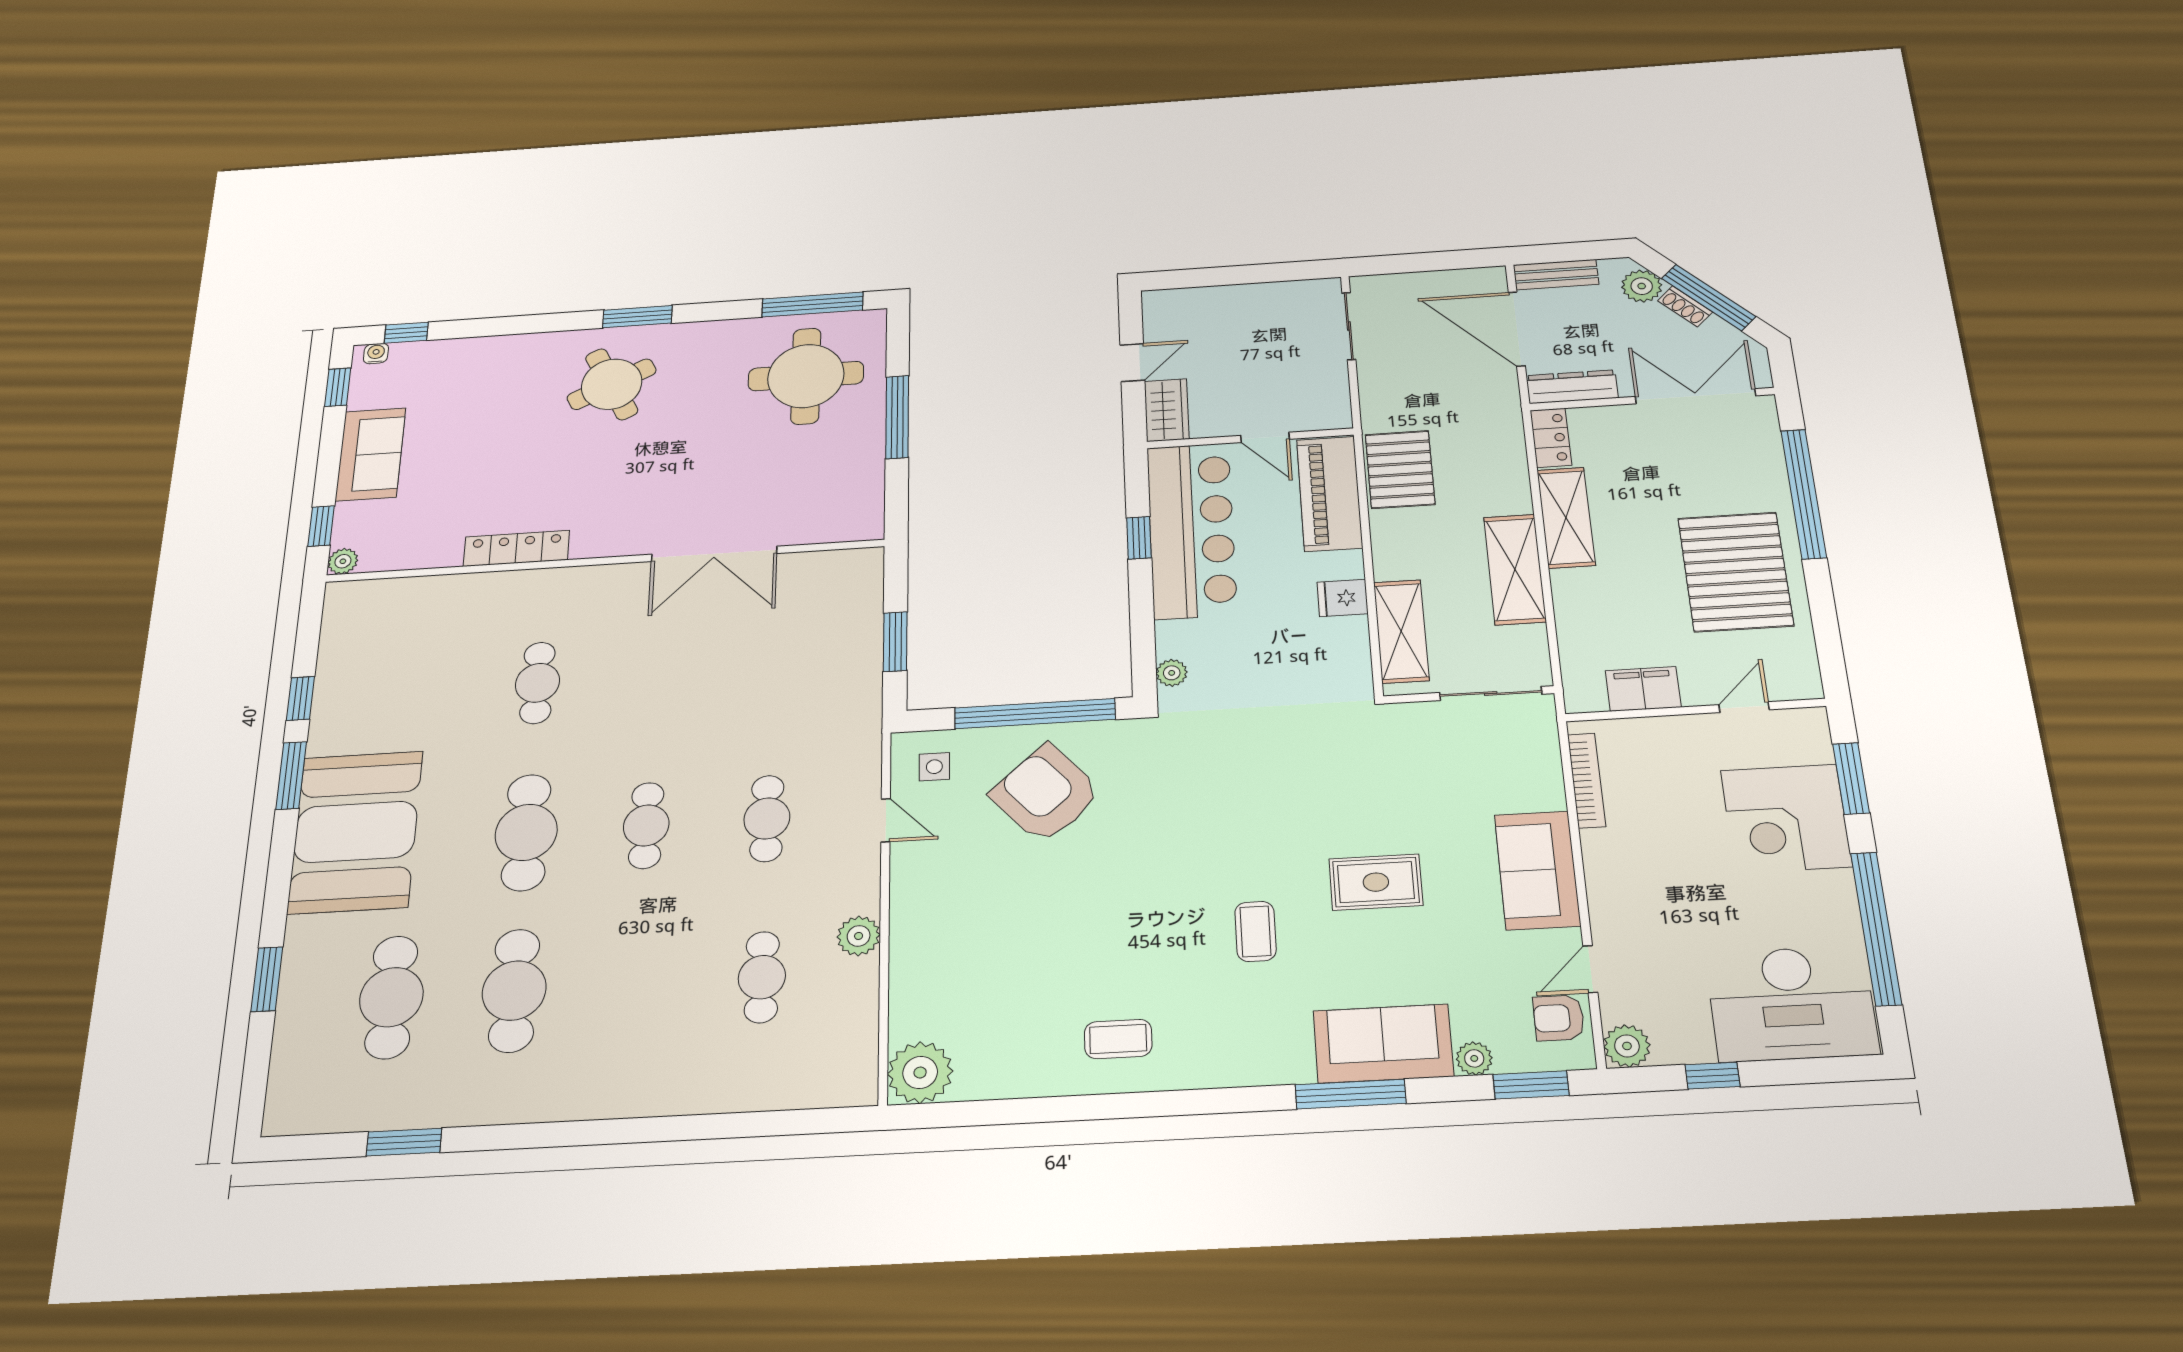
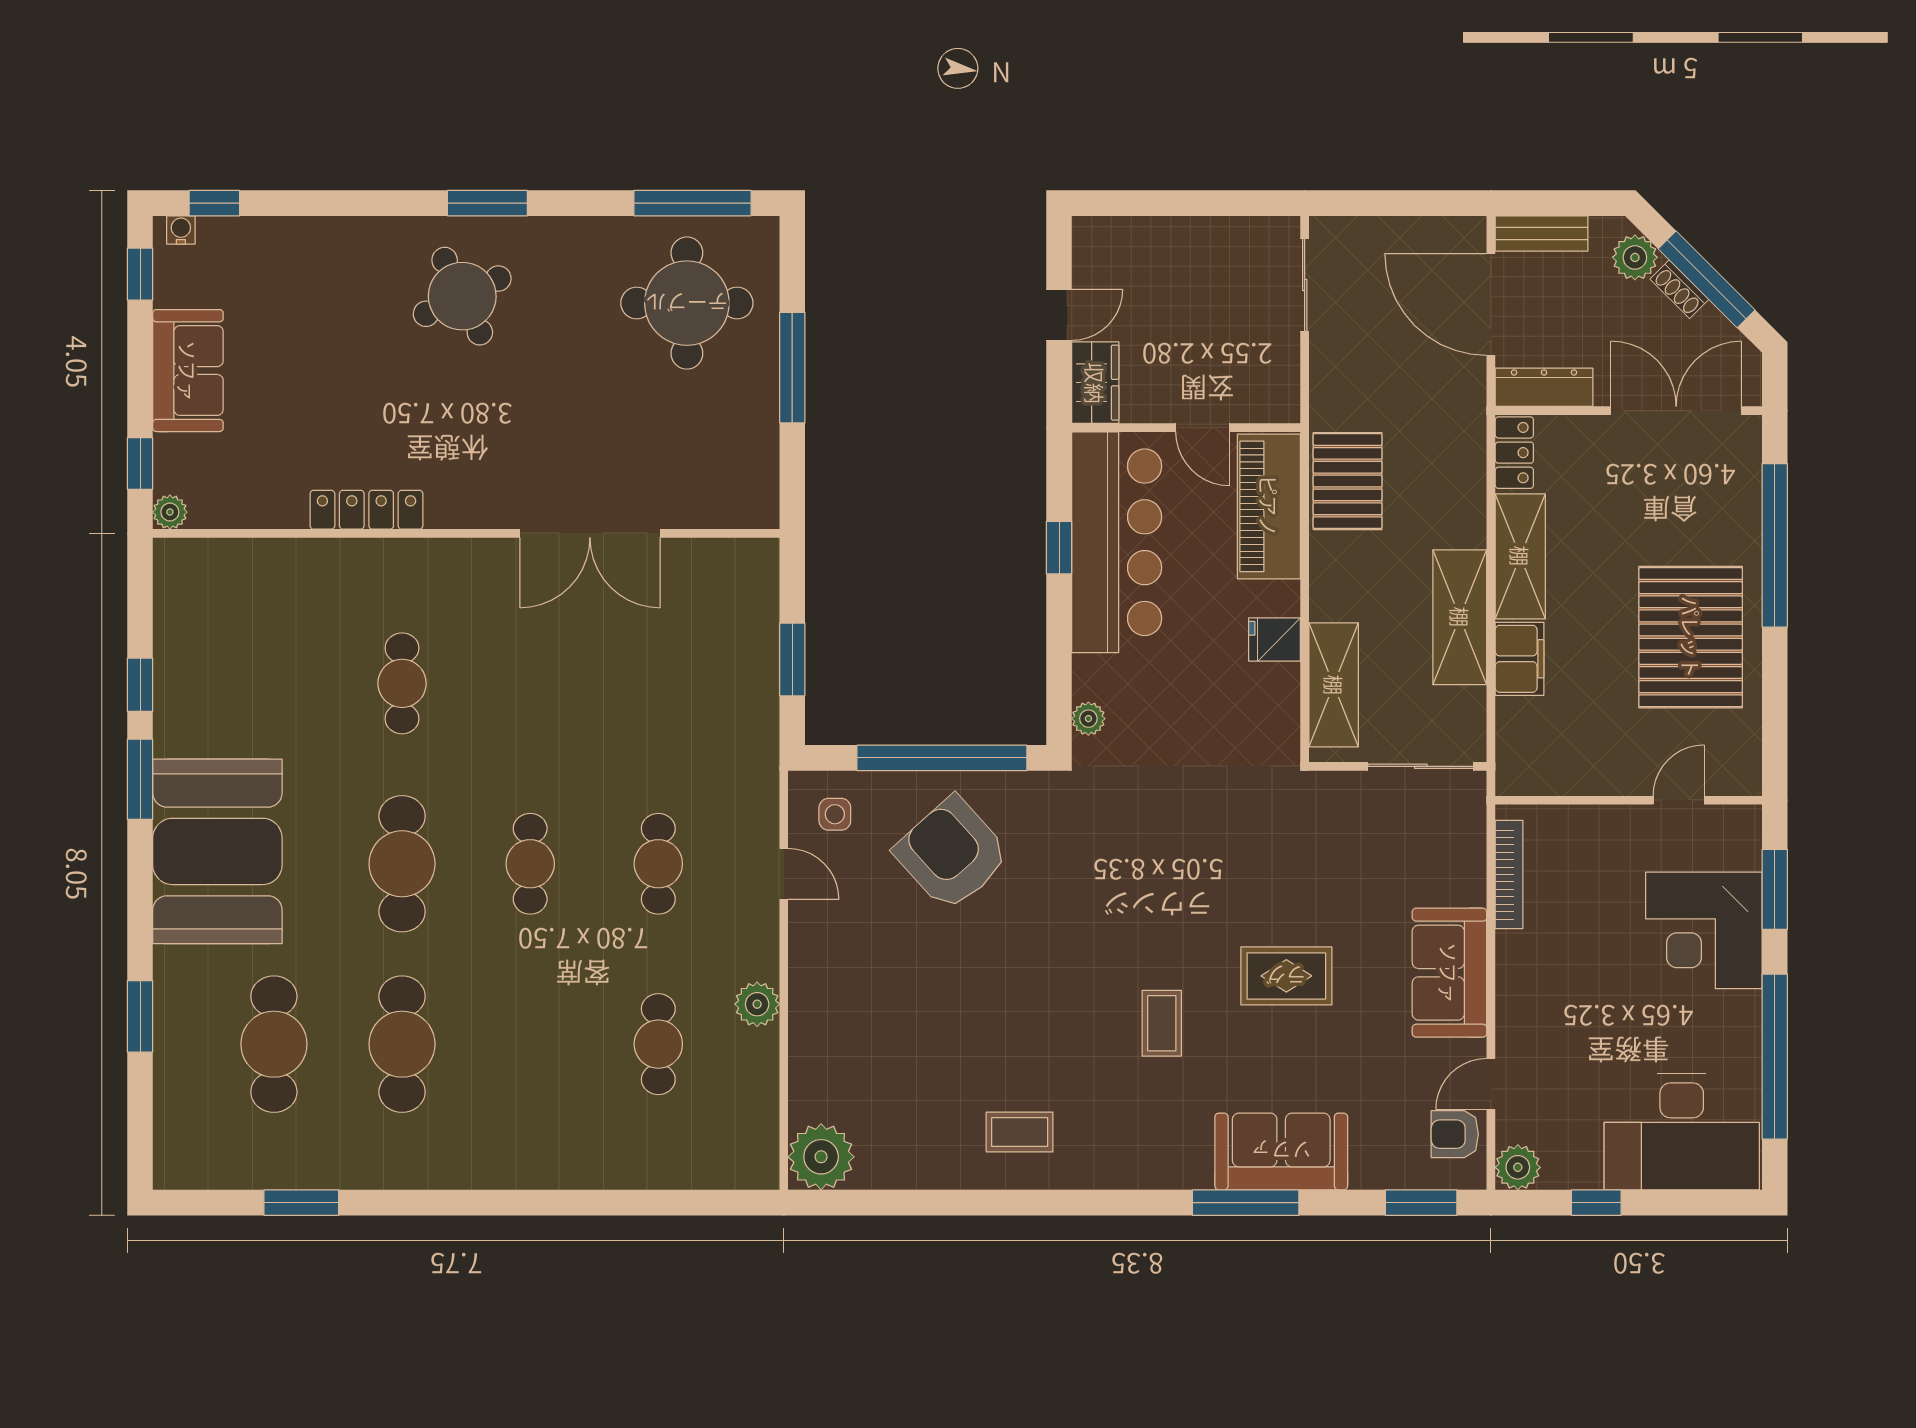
filing cabinet: (1643, 689) -> (1520, 659), moved, turned 90
plant: (1474, 1058) -> (1369, 1172), removed

